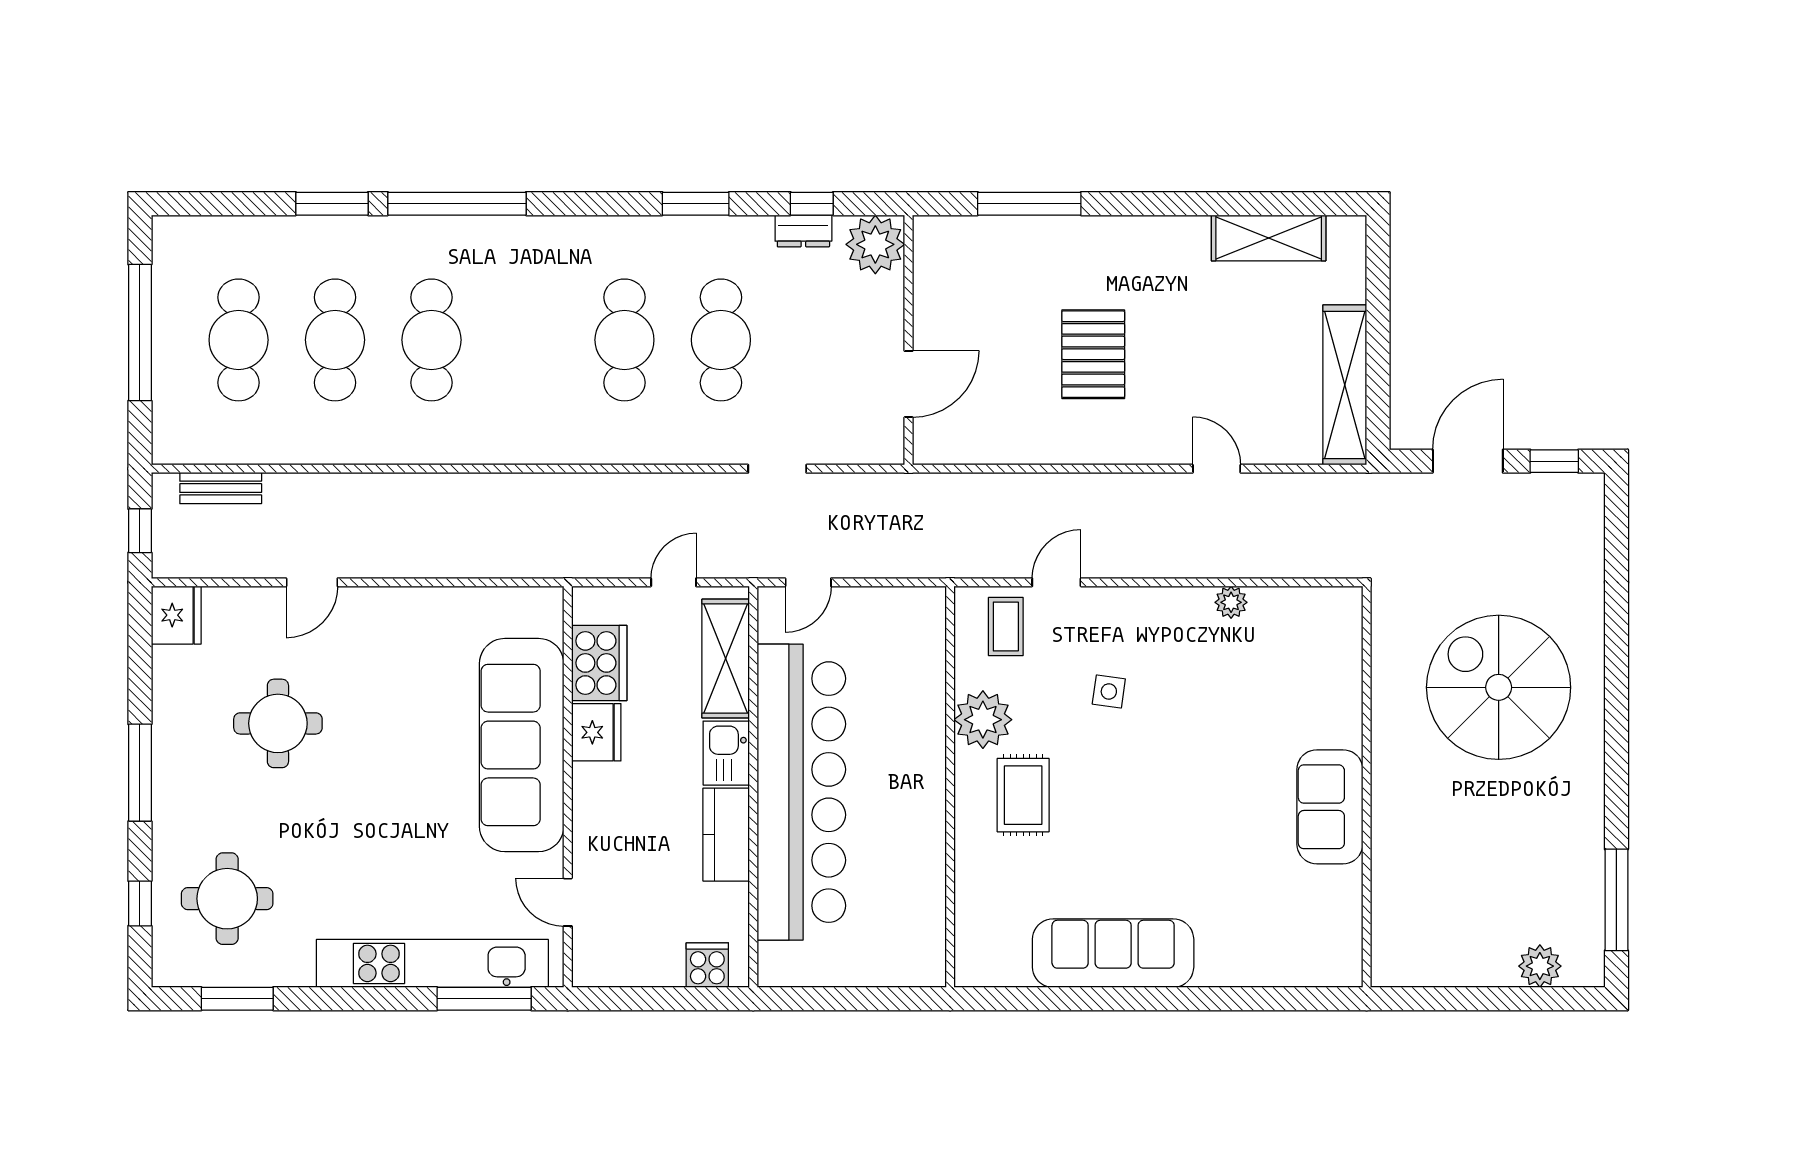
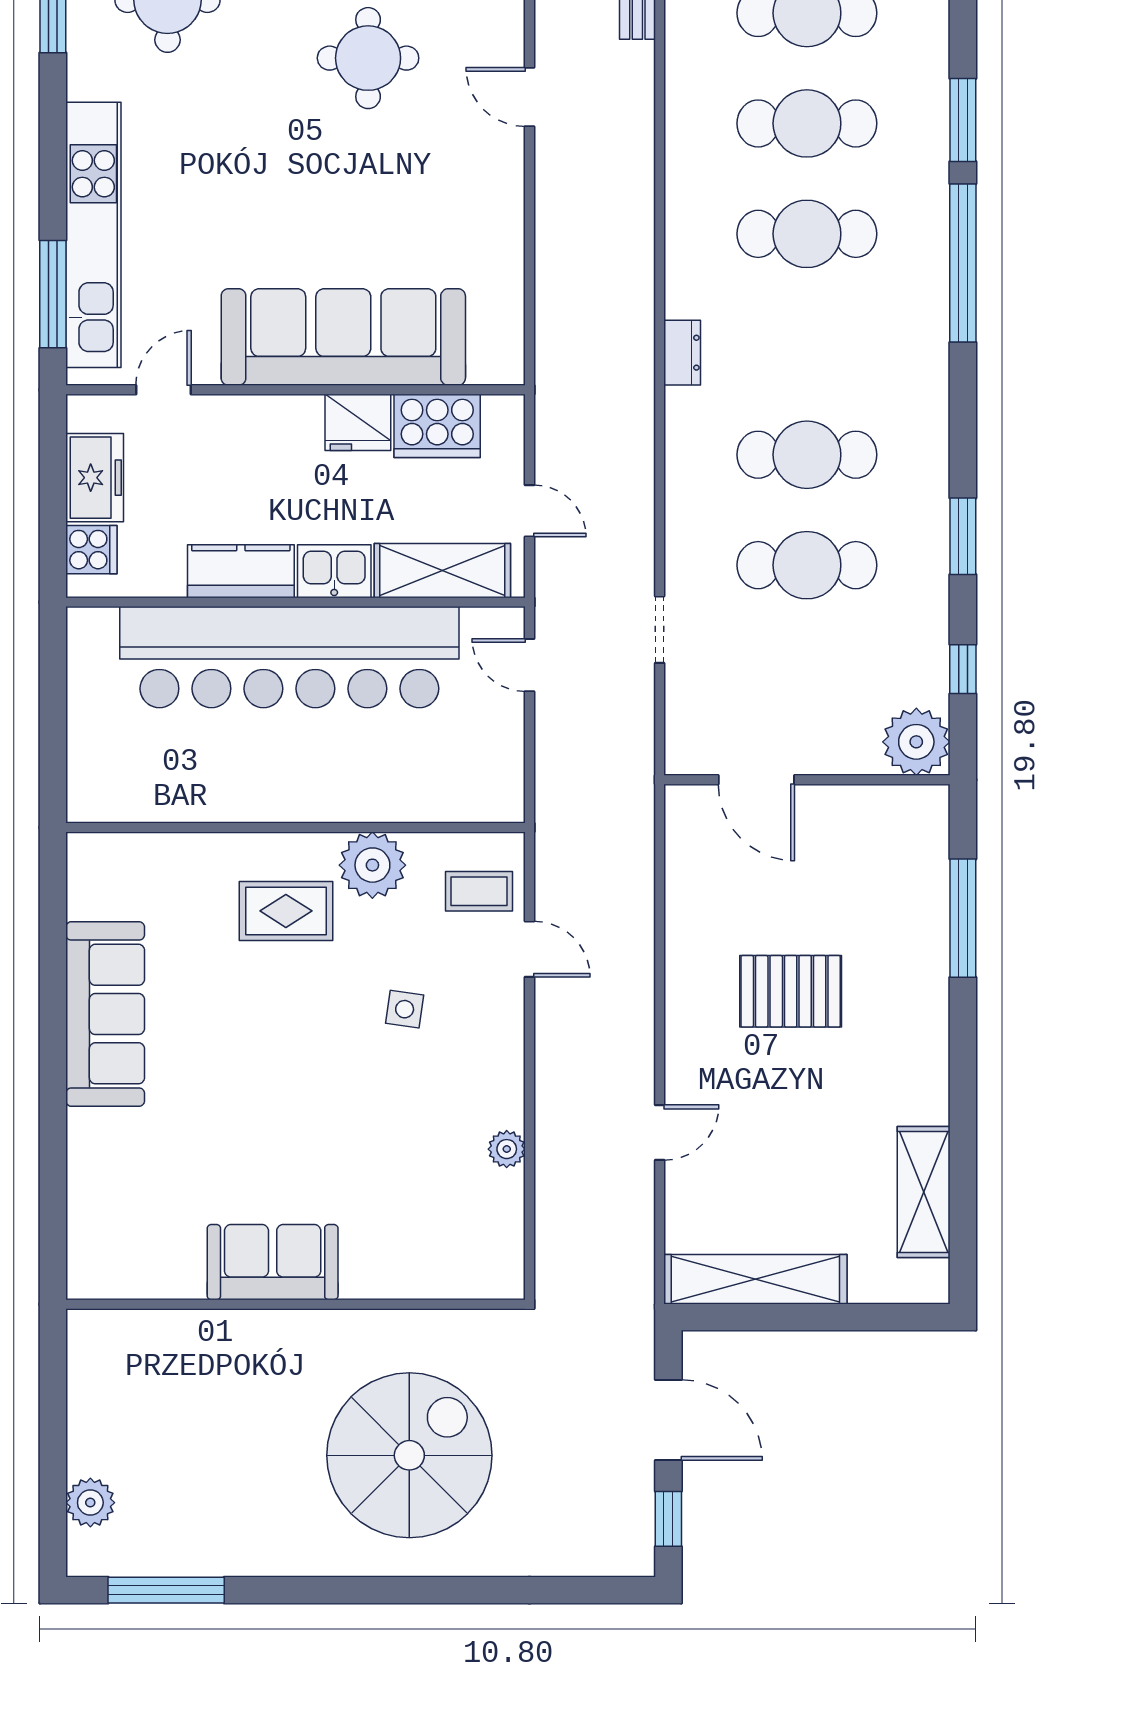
dresser: (803, 231) -> (682, 353), moved, turned 180
freezer: (644, 962) -> (95, 478), added

